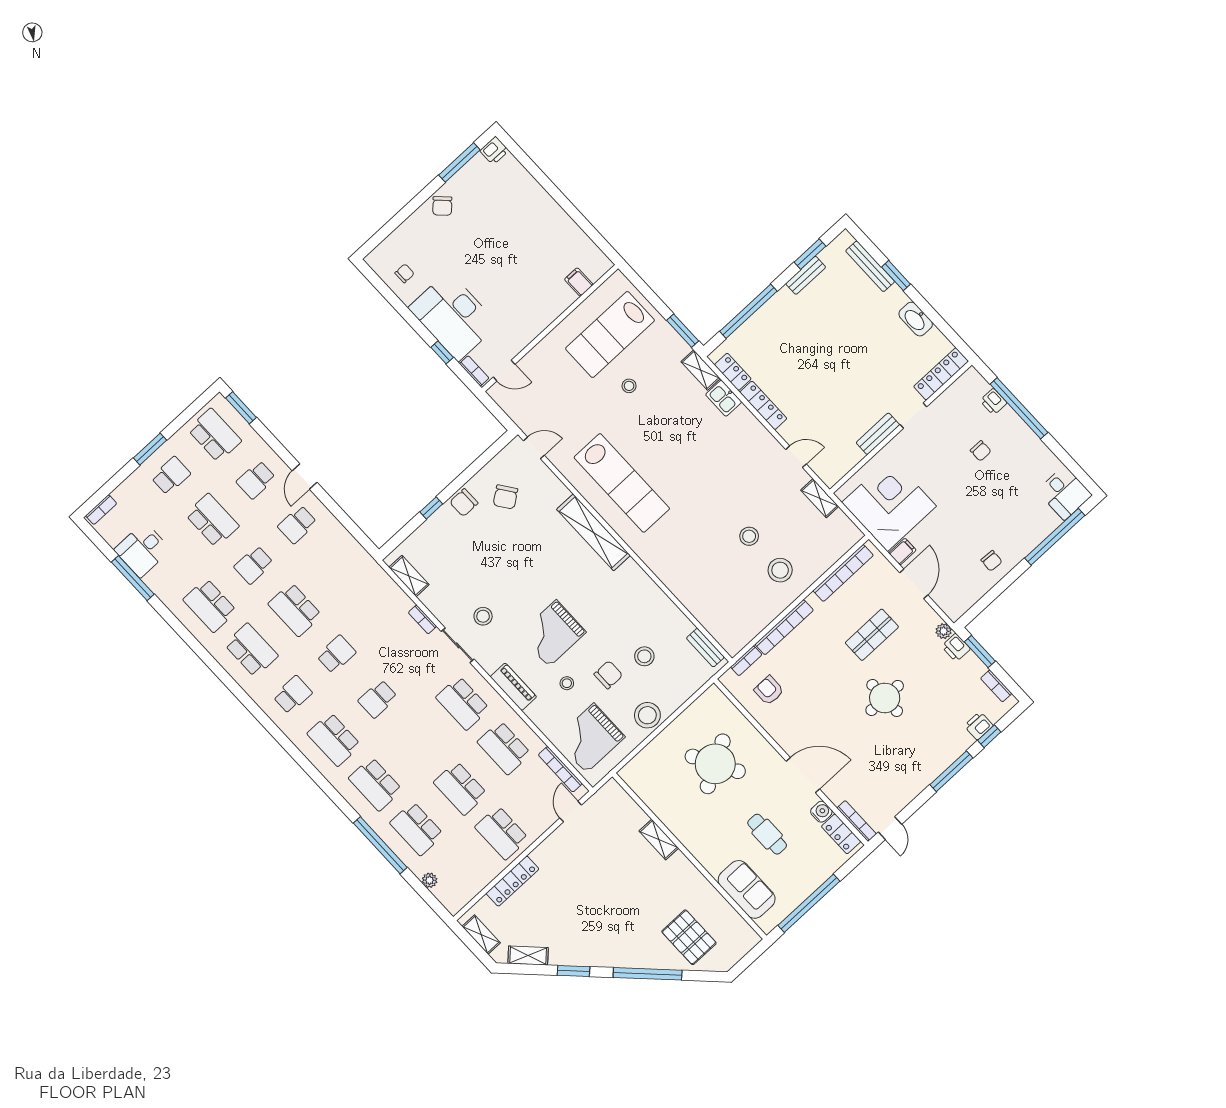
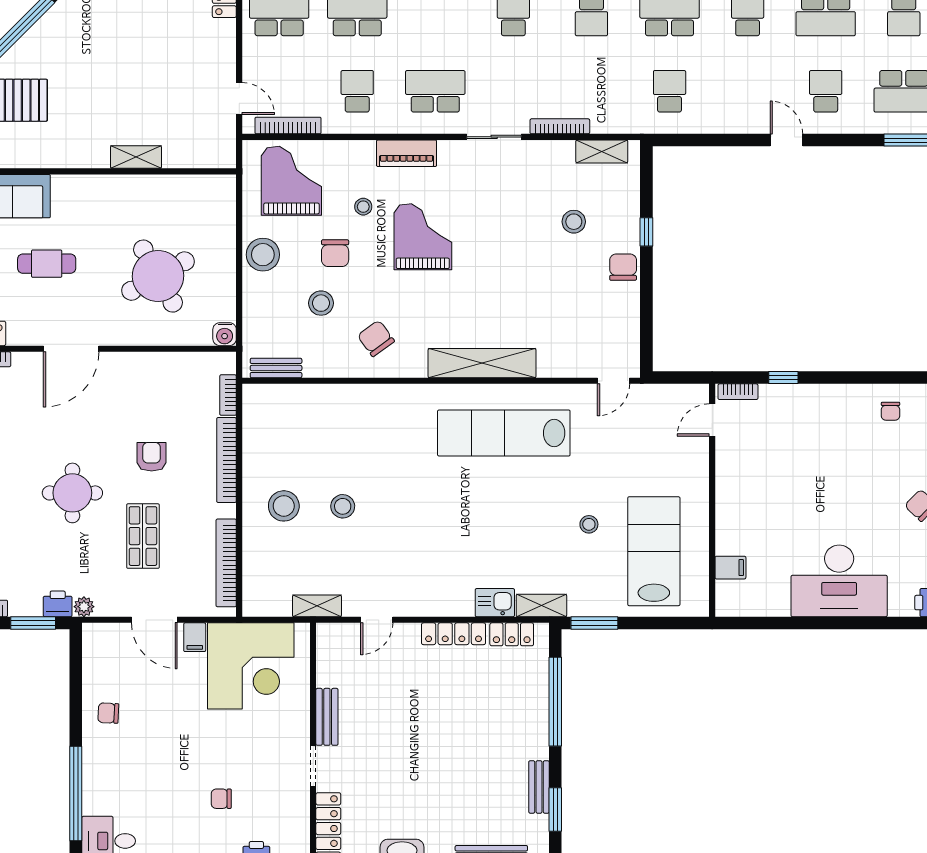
desk: (453, 316) -> (839, 581), moved, turned 180
chair: (505, 497) -> (376, 338), moved
school desk: (297, 524) -> (670, 91), moved
stool: (483, 616) -> (574, 222), moved
bookcase: (422, 619) -> (560, 126), width x1.56
armchair: (769, 690) -> (152, 457), moved, turned -90
school desk: (504, 748) -> (357, 91), width x0.54
water cooler: (821, 812) -> (225, 334), moved

